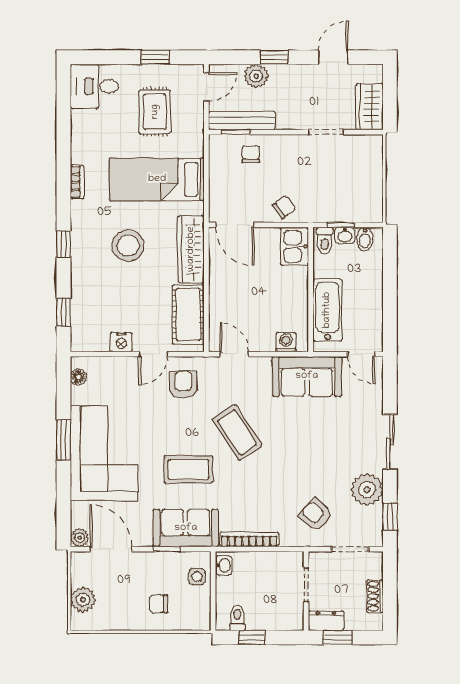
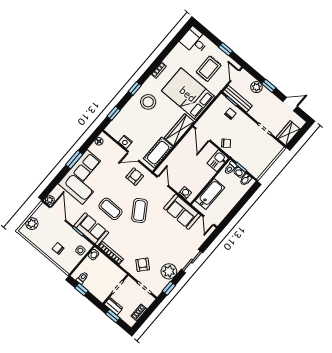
door: (206, 87) -> (235, 76), swing flipped
bed: (157, 179) -> (188, 94), width x1.50
stool: (128, 246) -> (148, 102), moved

